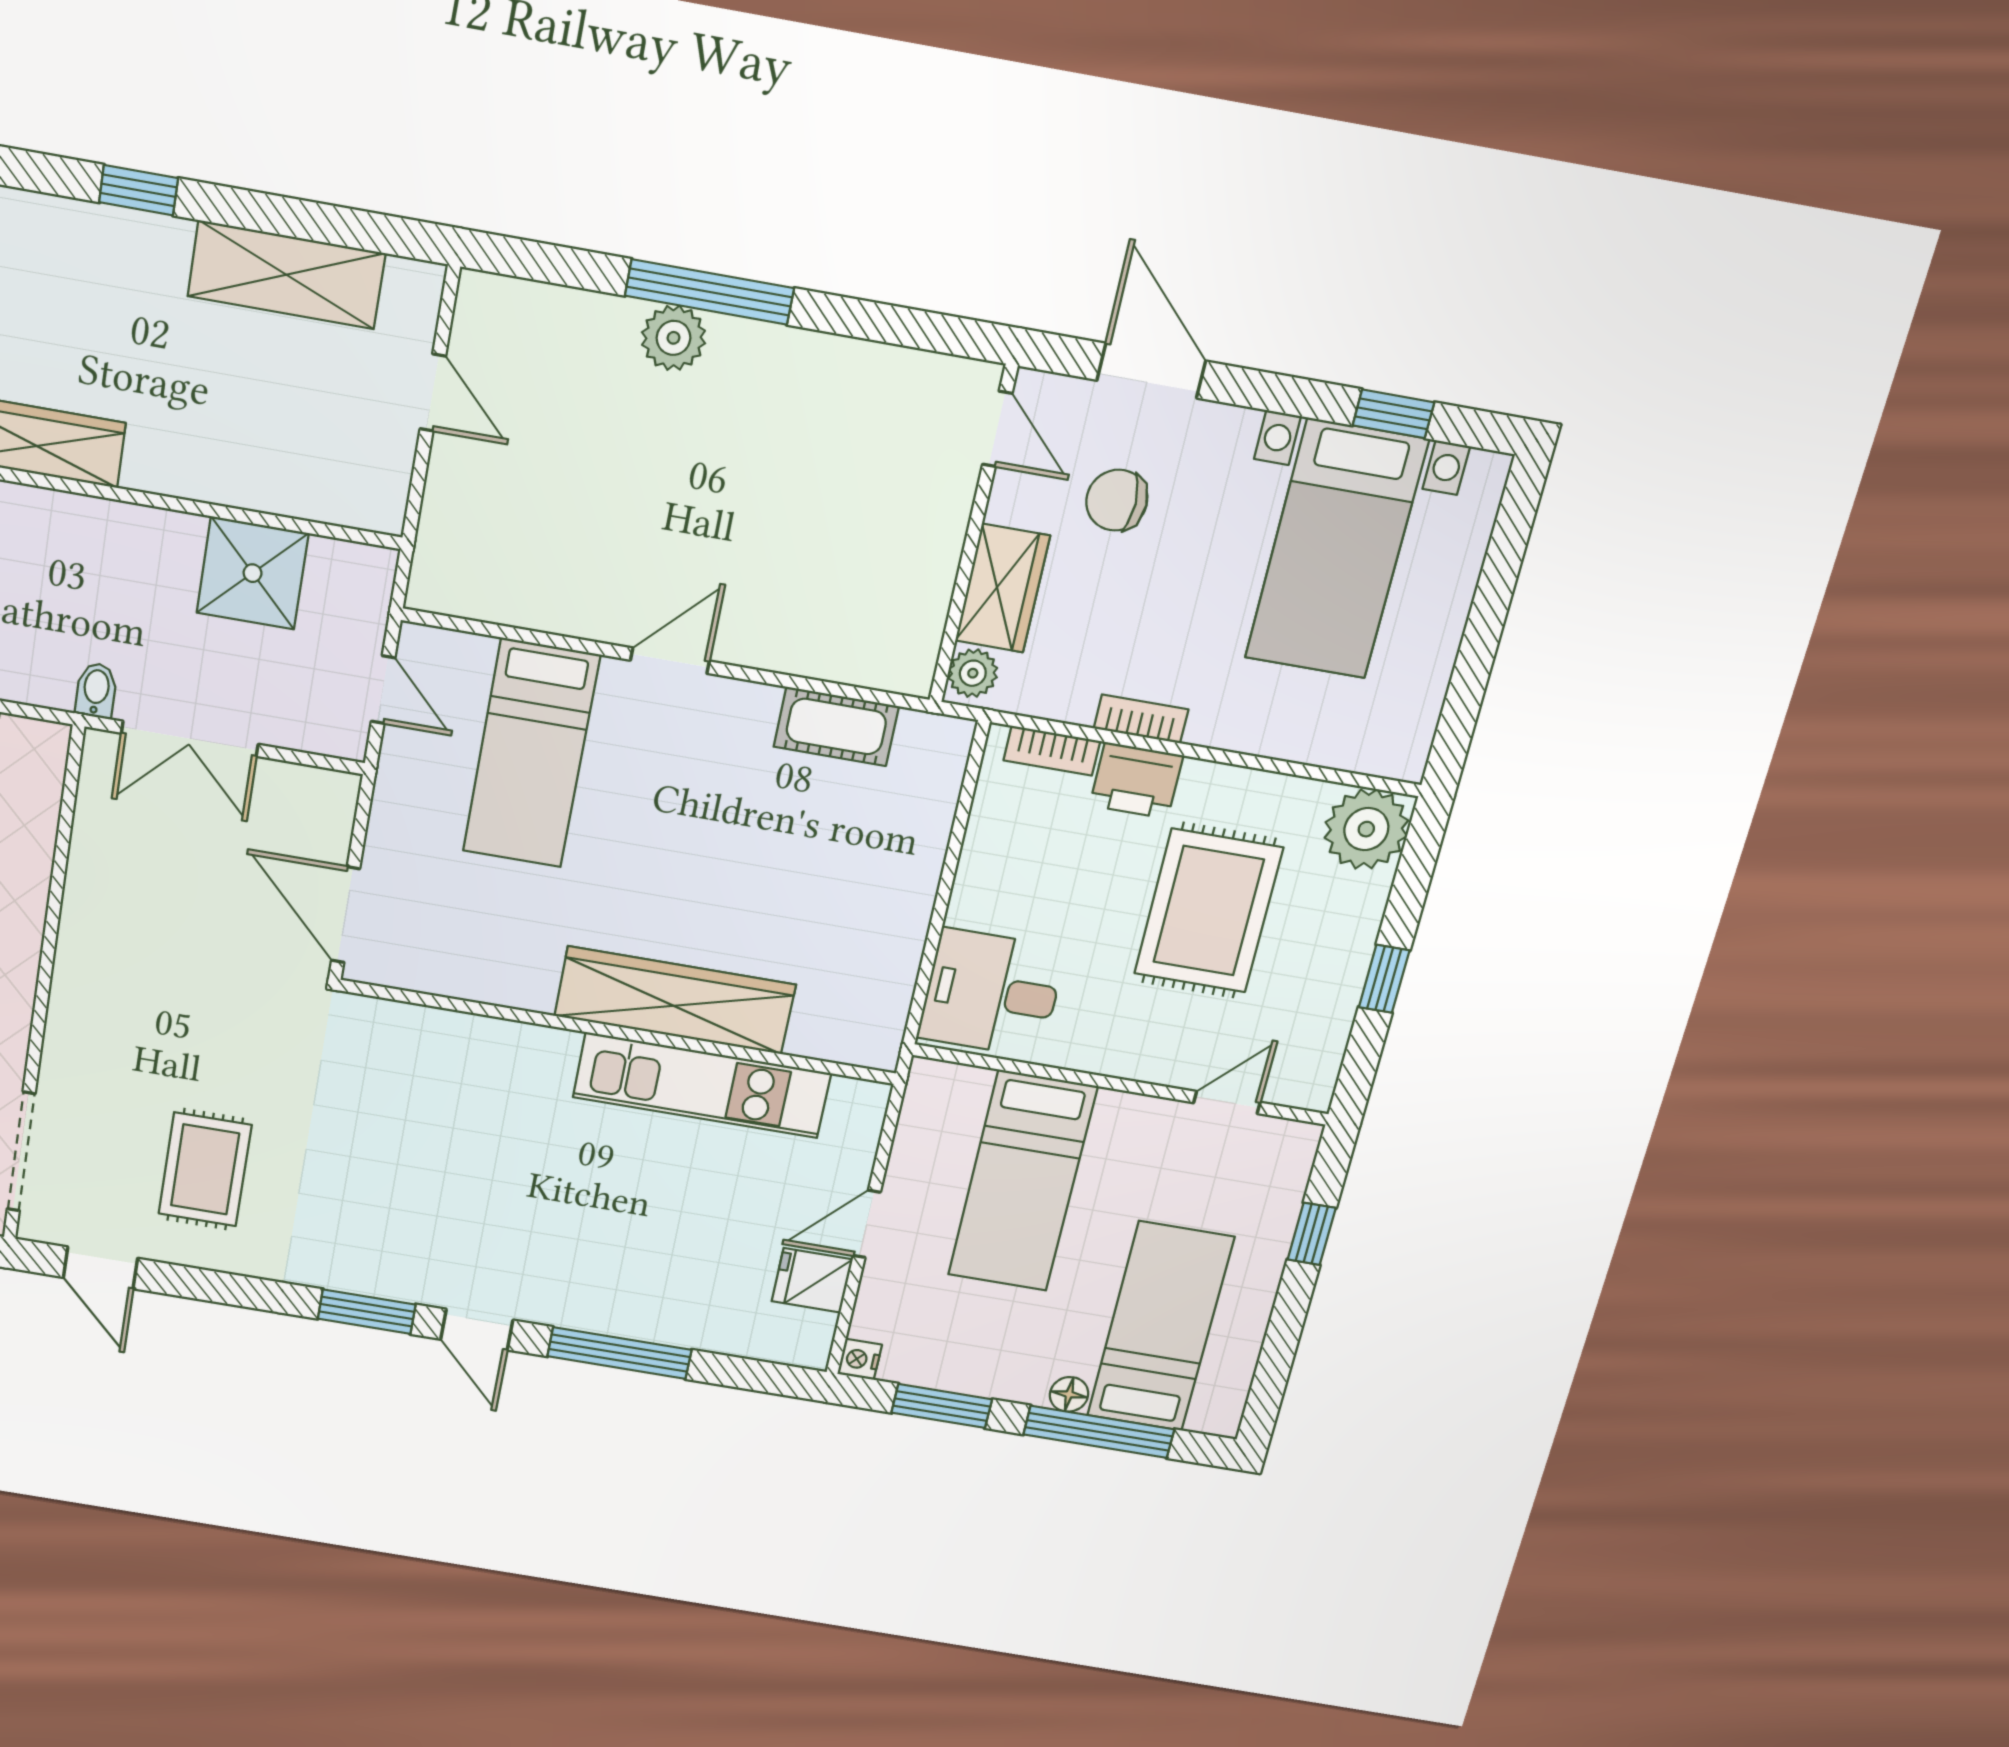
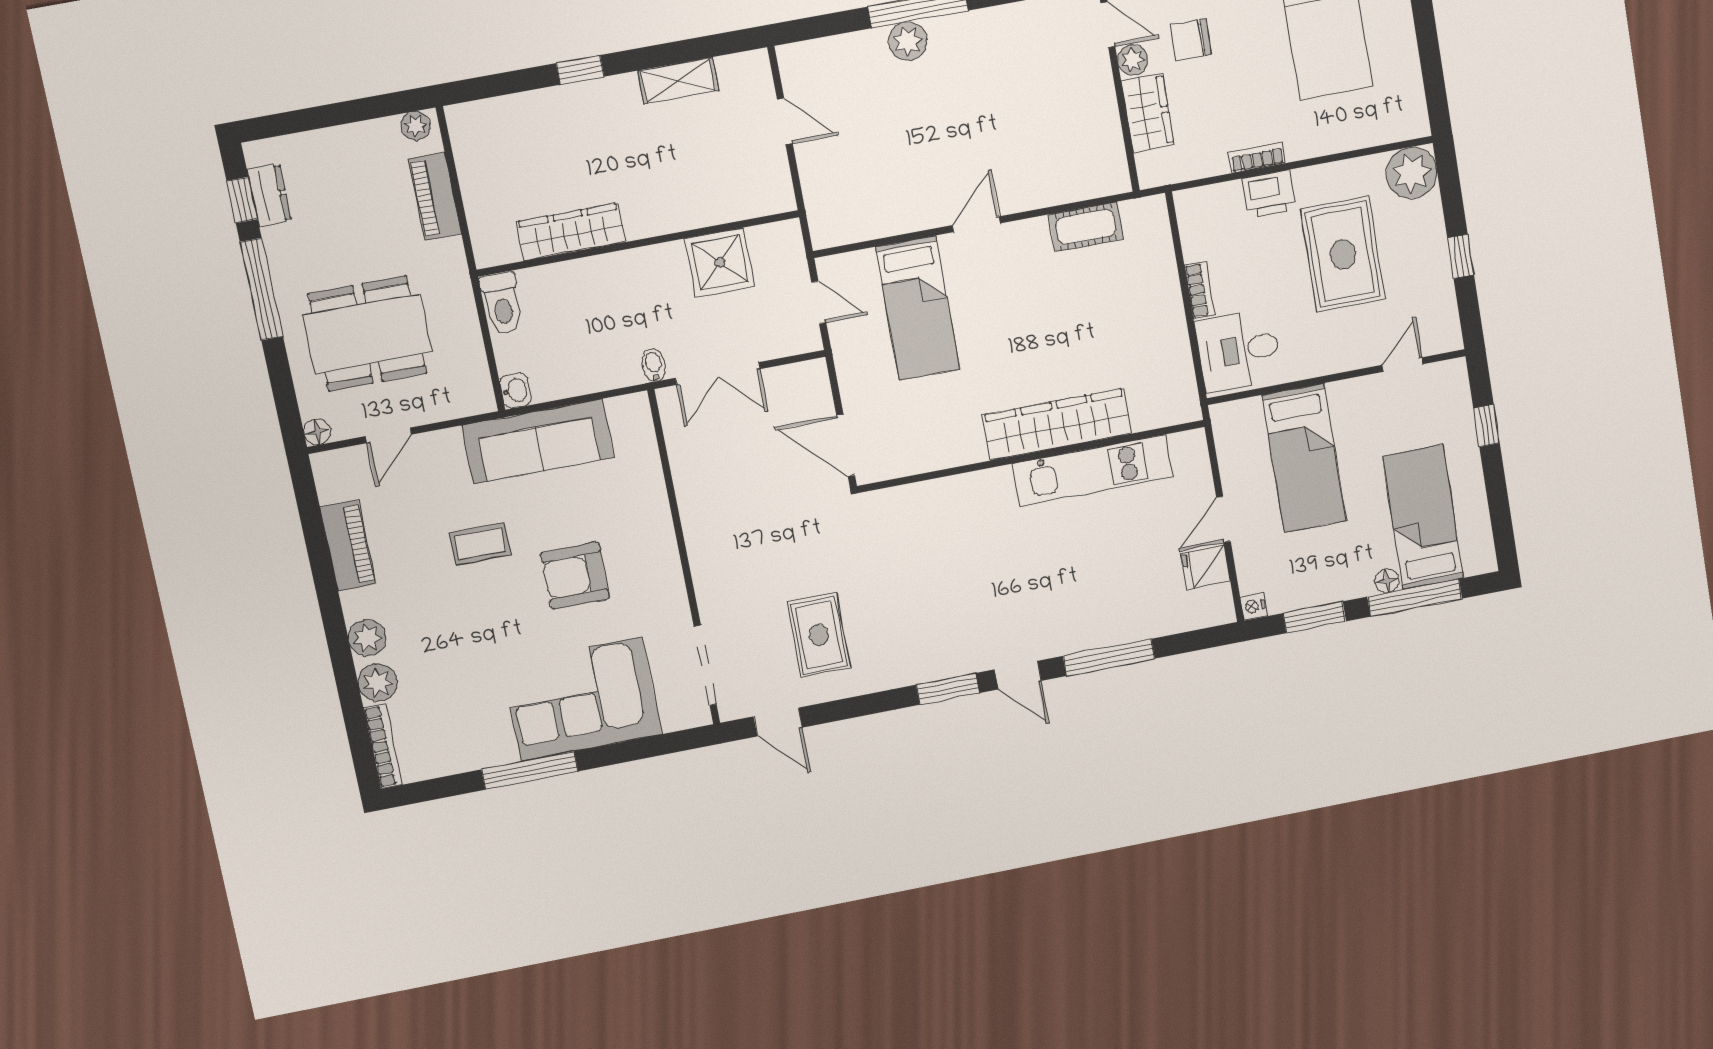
shelving: (286, 275) -> (678, 81), width x0.67, depth x0.75
plant: (973, 673) -> (1133, 60), moved
bookcase: (1052, 751) -> (1200, 290), moved, turned -90

